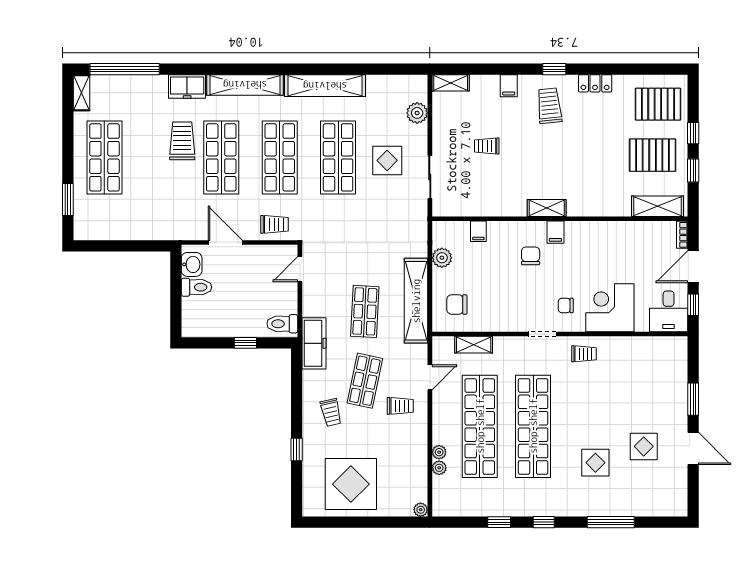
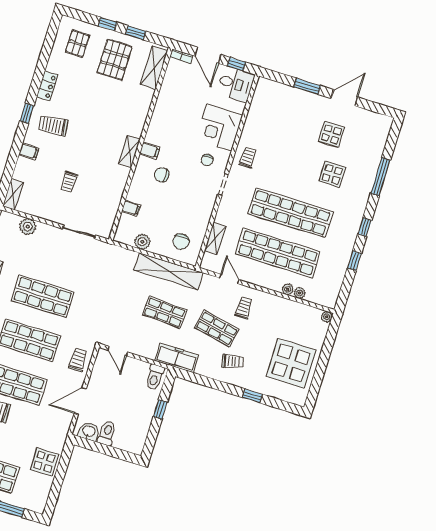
pallet: (658, 104) -> (77, 44), width x0.67, depth x0.71
display table: (387, 160) -> (44, 462), moved

